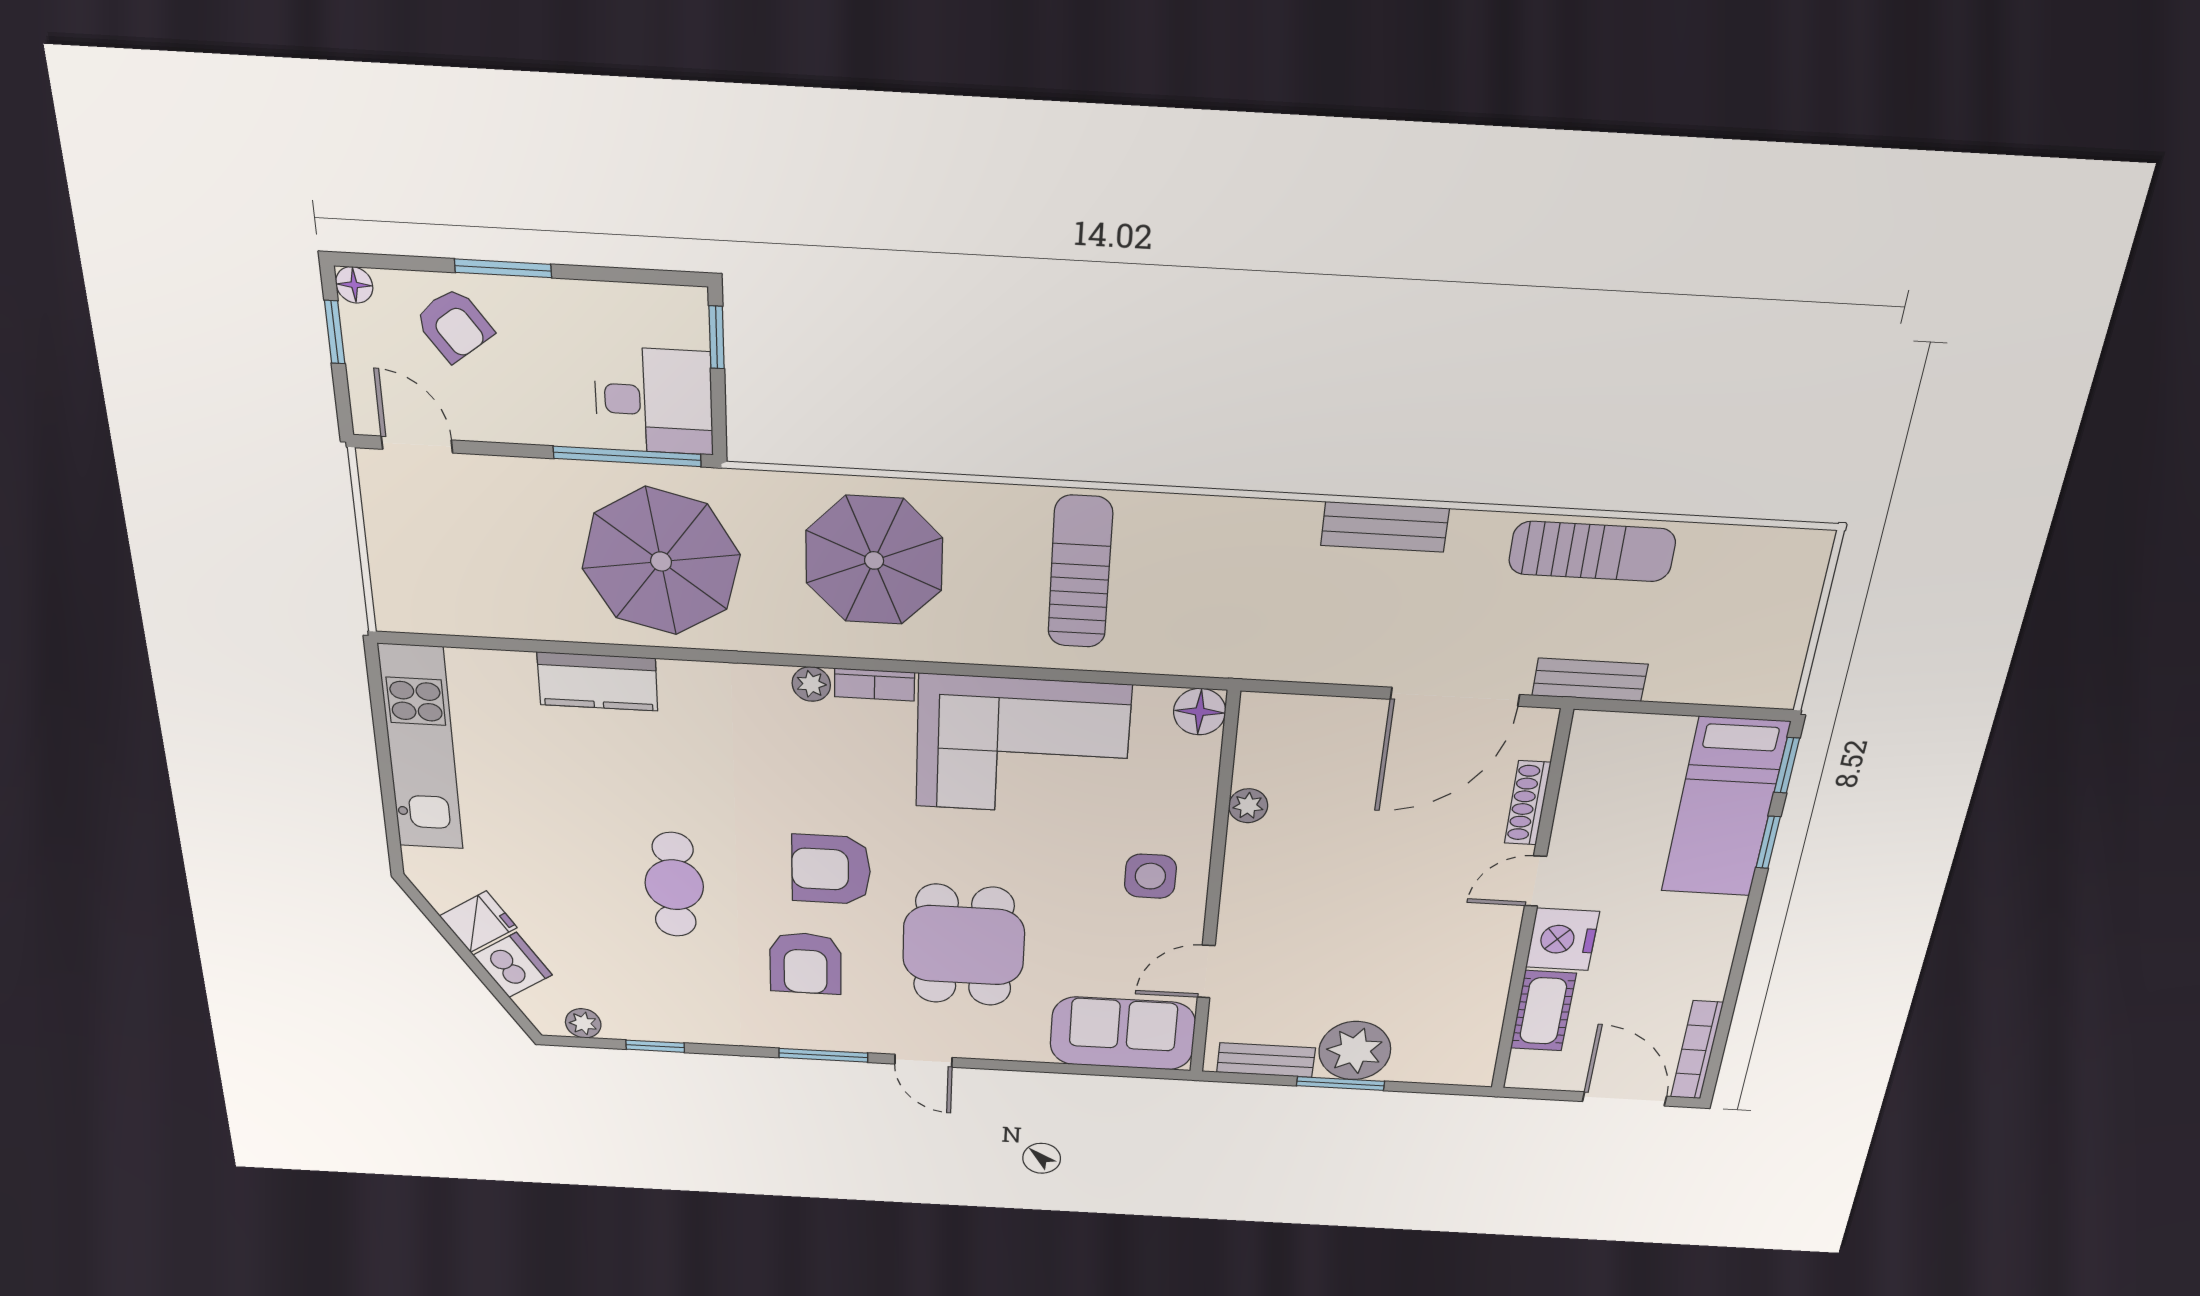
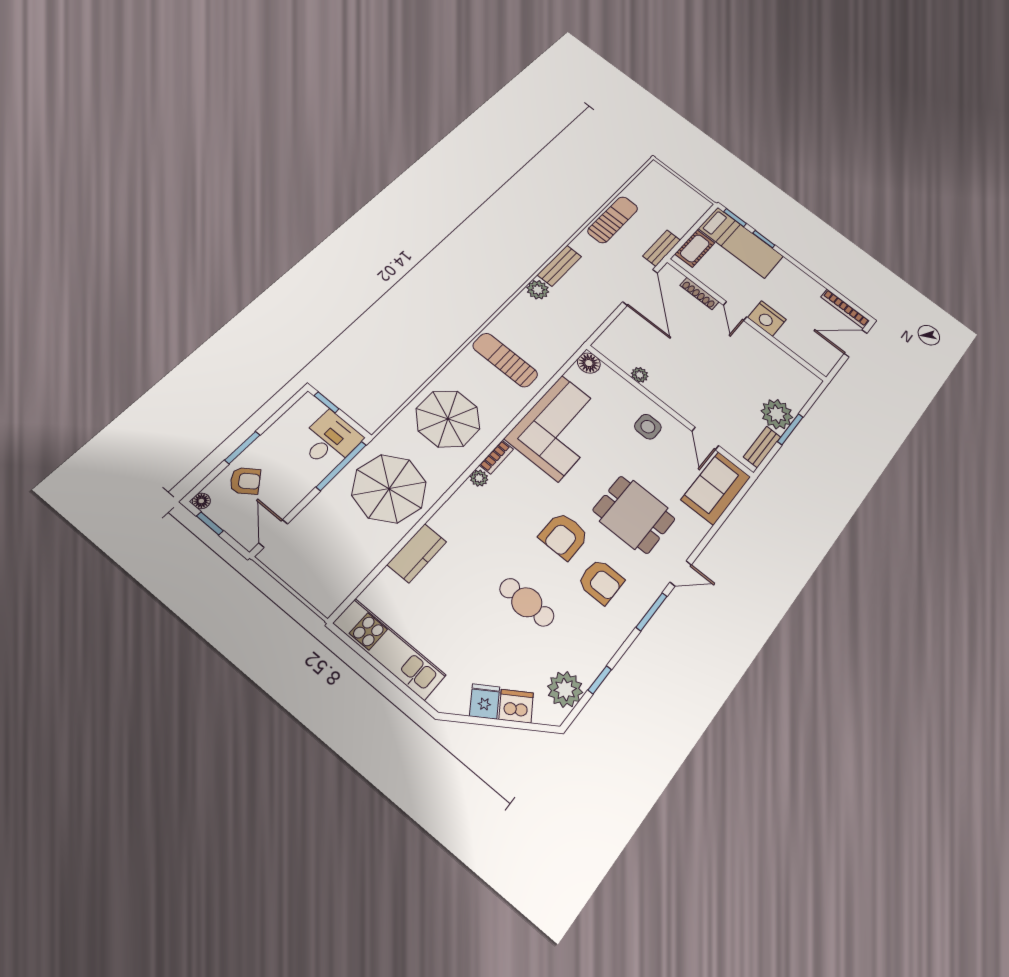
door: (417, 445) -> (273, 533), hinge flipped
plant: (1291, 525) -> (538, 290), added
cot: (1543, 1011) -> (695, 248), moved, turned 90
plant: (583, 1023) -> (565, 689), width x1.88, depth x1.88

